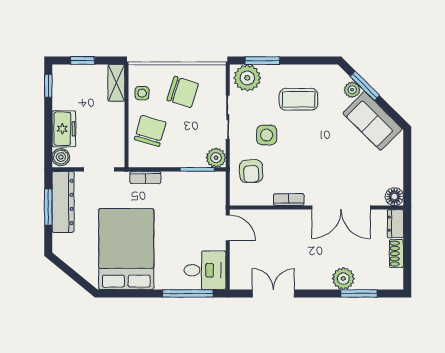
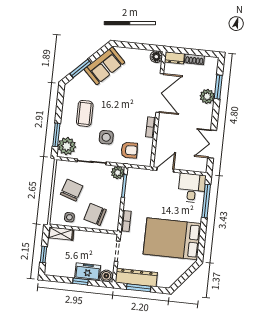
window: (48, 86) -> (80, 282), moved
plant: (352, 90) -> (82, 77), removed

